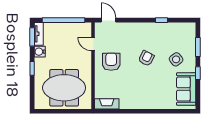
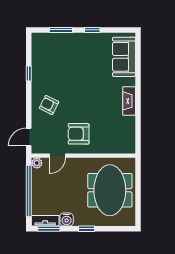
plant: (87, 27) -> (37, 163), added
armchair: (146, 58) -> (49, 105), moved
side table: (176, 59) -> (76, 56), removed
sofa: (186, 89) -> (124, 57), moved, turned 90
fireplace: (107, 104) -> (129, 101), moved

